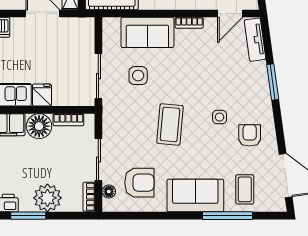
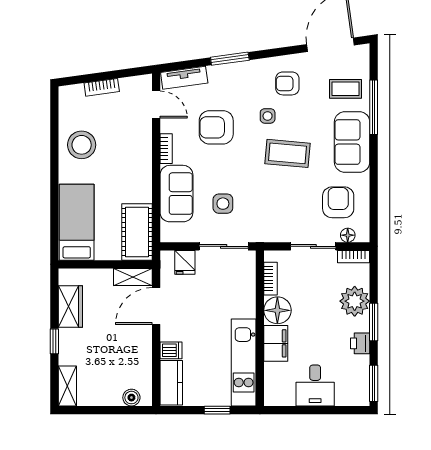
armchair: (209, 69) -> (216, 127), added
fridge: (42, 95) -> (185, 262), moved, turned -90
coffee table: (170, 124) -> (288, 153), moved

